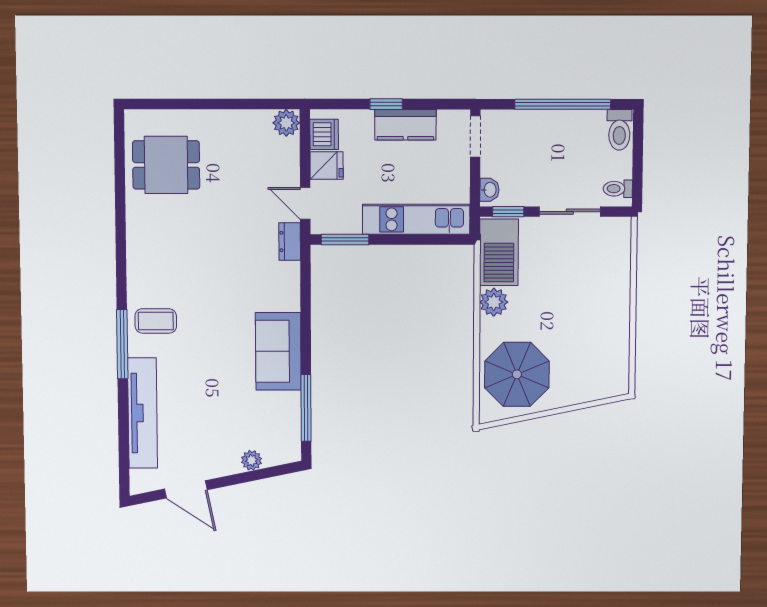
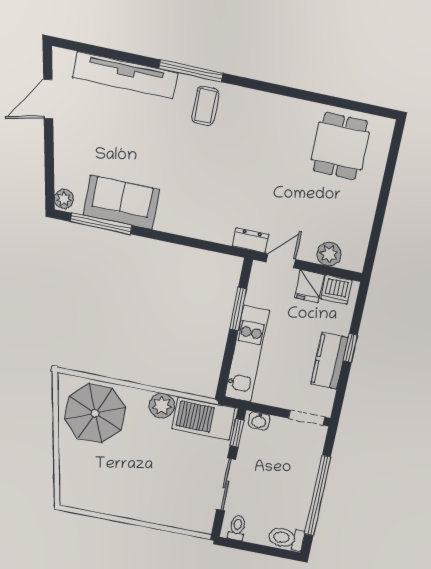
plant: (286, 123) -> (329, 254), moved
window: (345, 240) -> (238, 309), moved
sofa: (278, 351) -> (121, 202), moved
plant: (252, 460) -> (64, 199), moved

